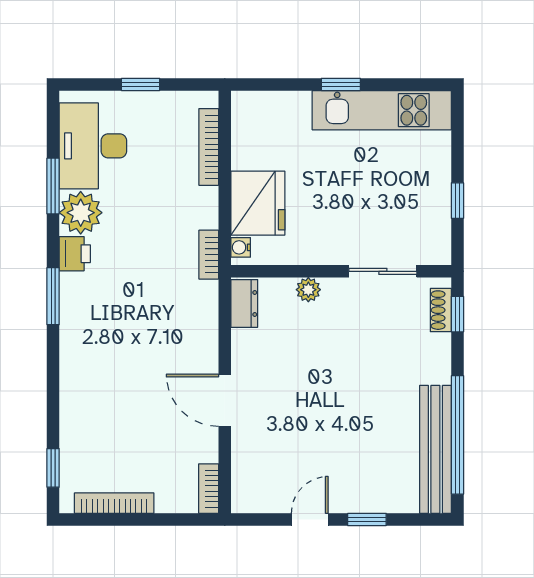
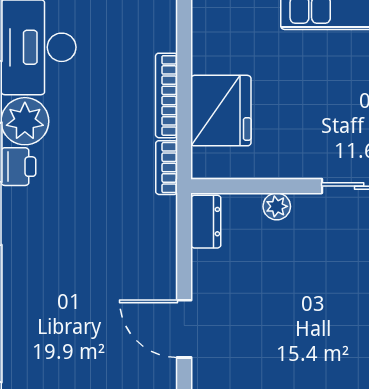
bookcase: (209, 147) -> (167, 95), moved
water cooler: (241, 247) -> (202, 160), removed

